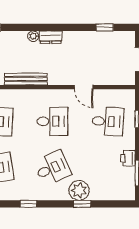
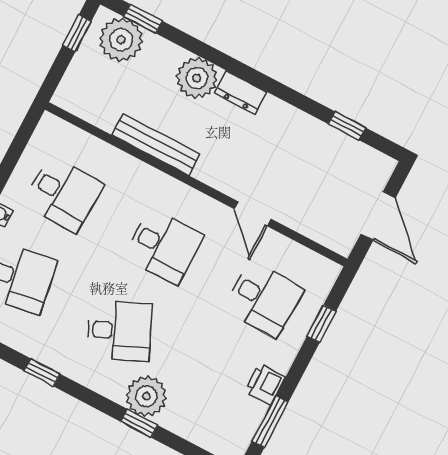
plant: (33, 36) -> (197, 78), width x1.88, depth x1.88

